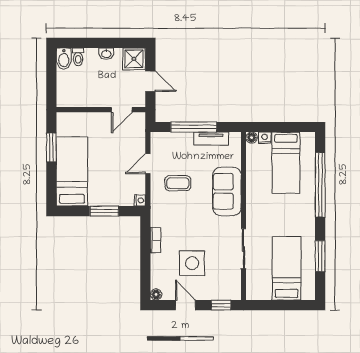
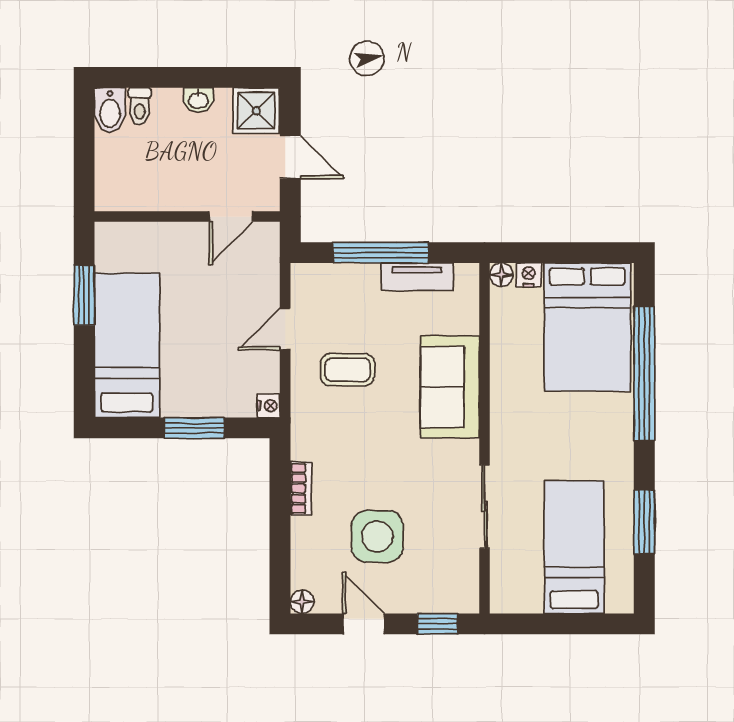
bed: (286, 163) -> (587, 327), width x1.50

